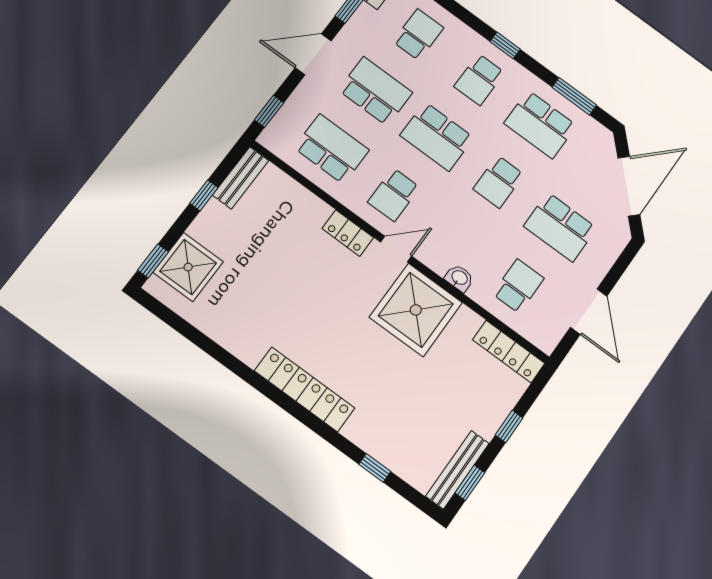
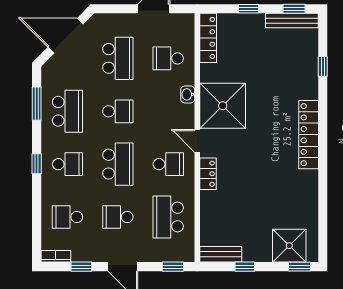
school desk: (375, 91) -> (118, 217), width x0.54

